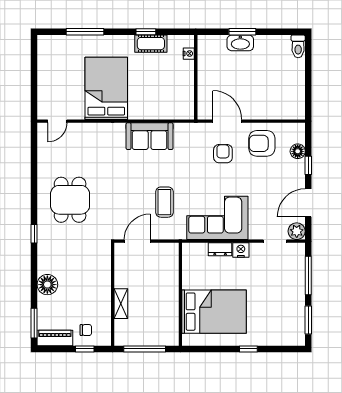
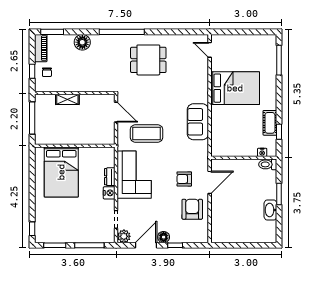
window: (85, 32) -> (279, 60), moved
window: (146, 32) -> (279, 132), moved
washbasin: (240, 43) -> (270, 210), moved
toilet: (298, 46) -> (268, 164), moved
floor lamp: (298, 151) -> (164, 237), moved
armchair: (223, 154) -> (184, 179), turned 180
coffee table: (164, 202) -> (146, 133), width x1.36, depth x1.32
door: (308, 203) -> (146, 245), hinge flipped
window: (34, 234) -> (122, 32), width x3.17
window: (248, 349) -> (32, 229), moved

